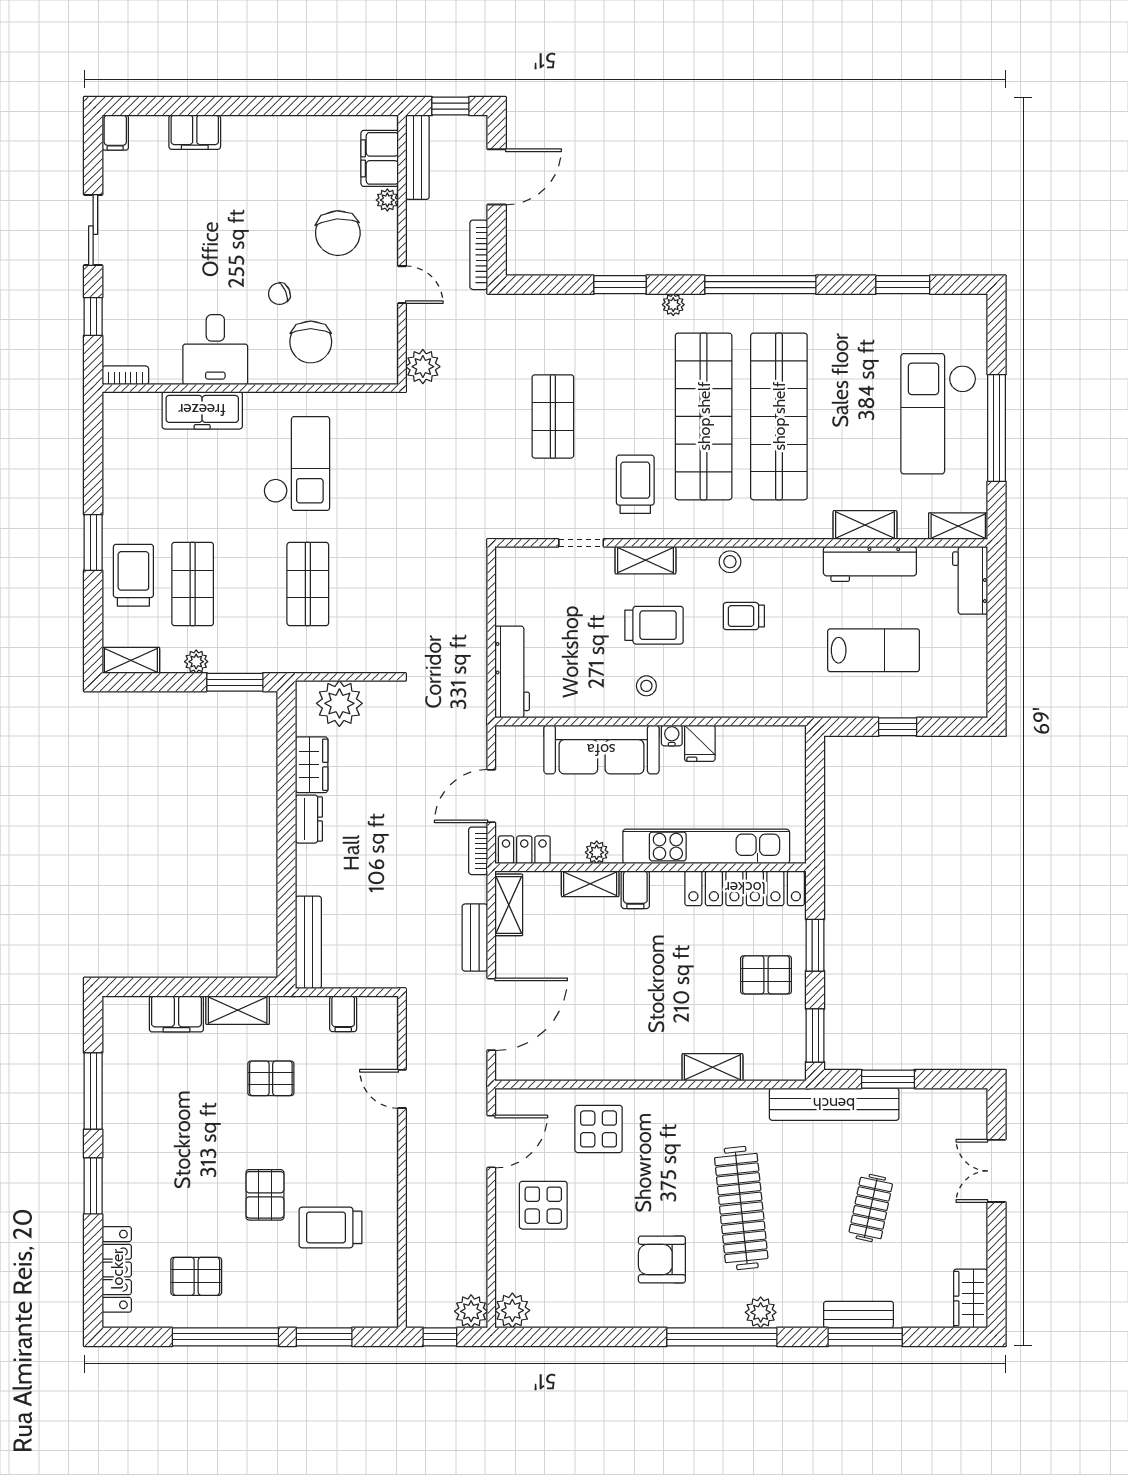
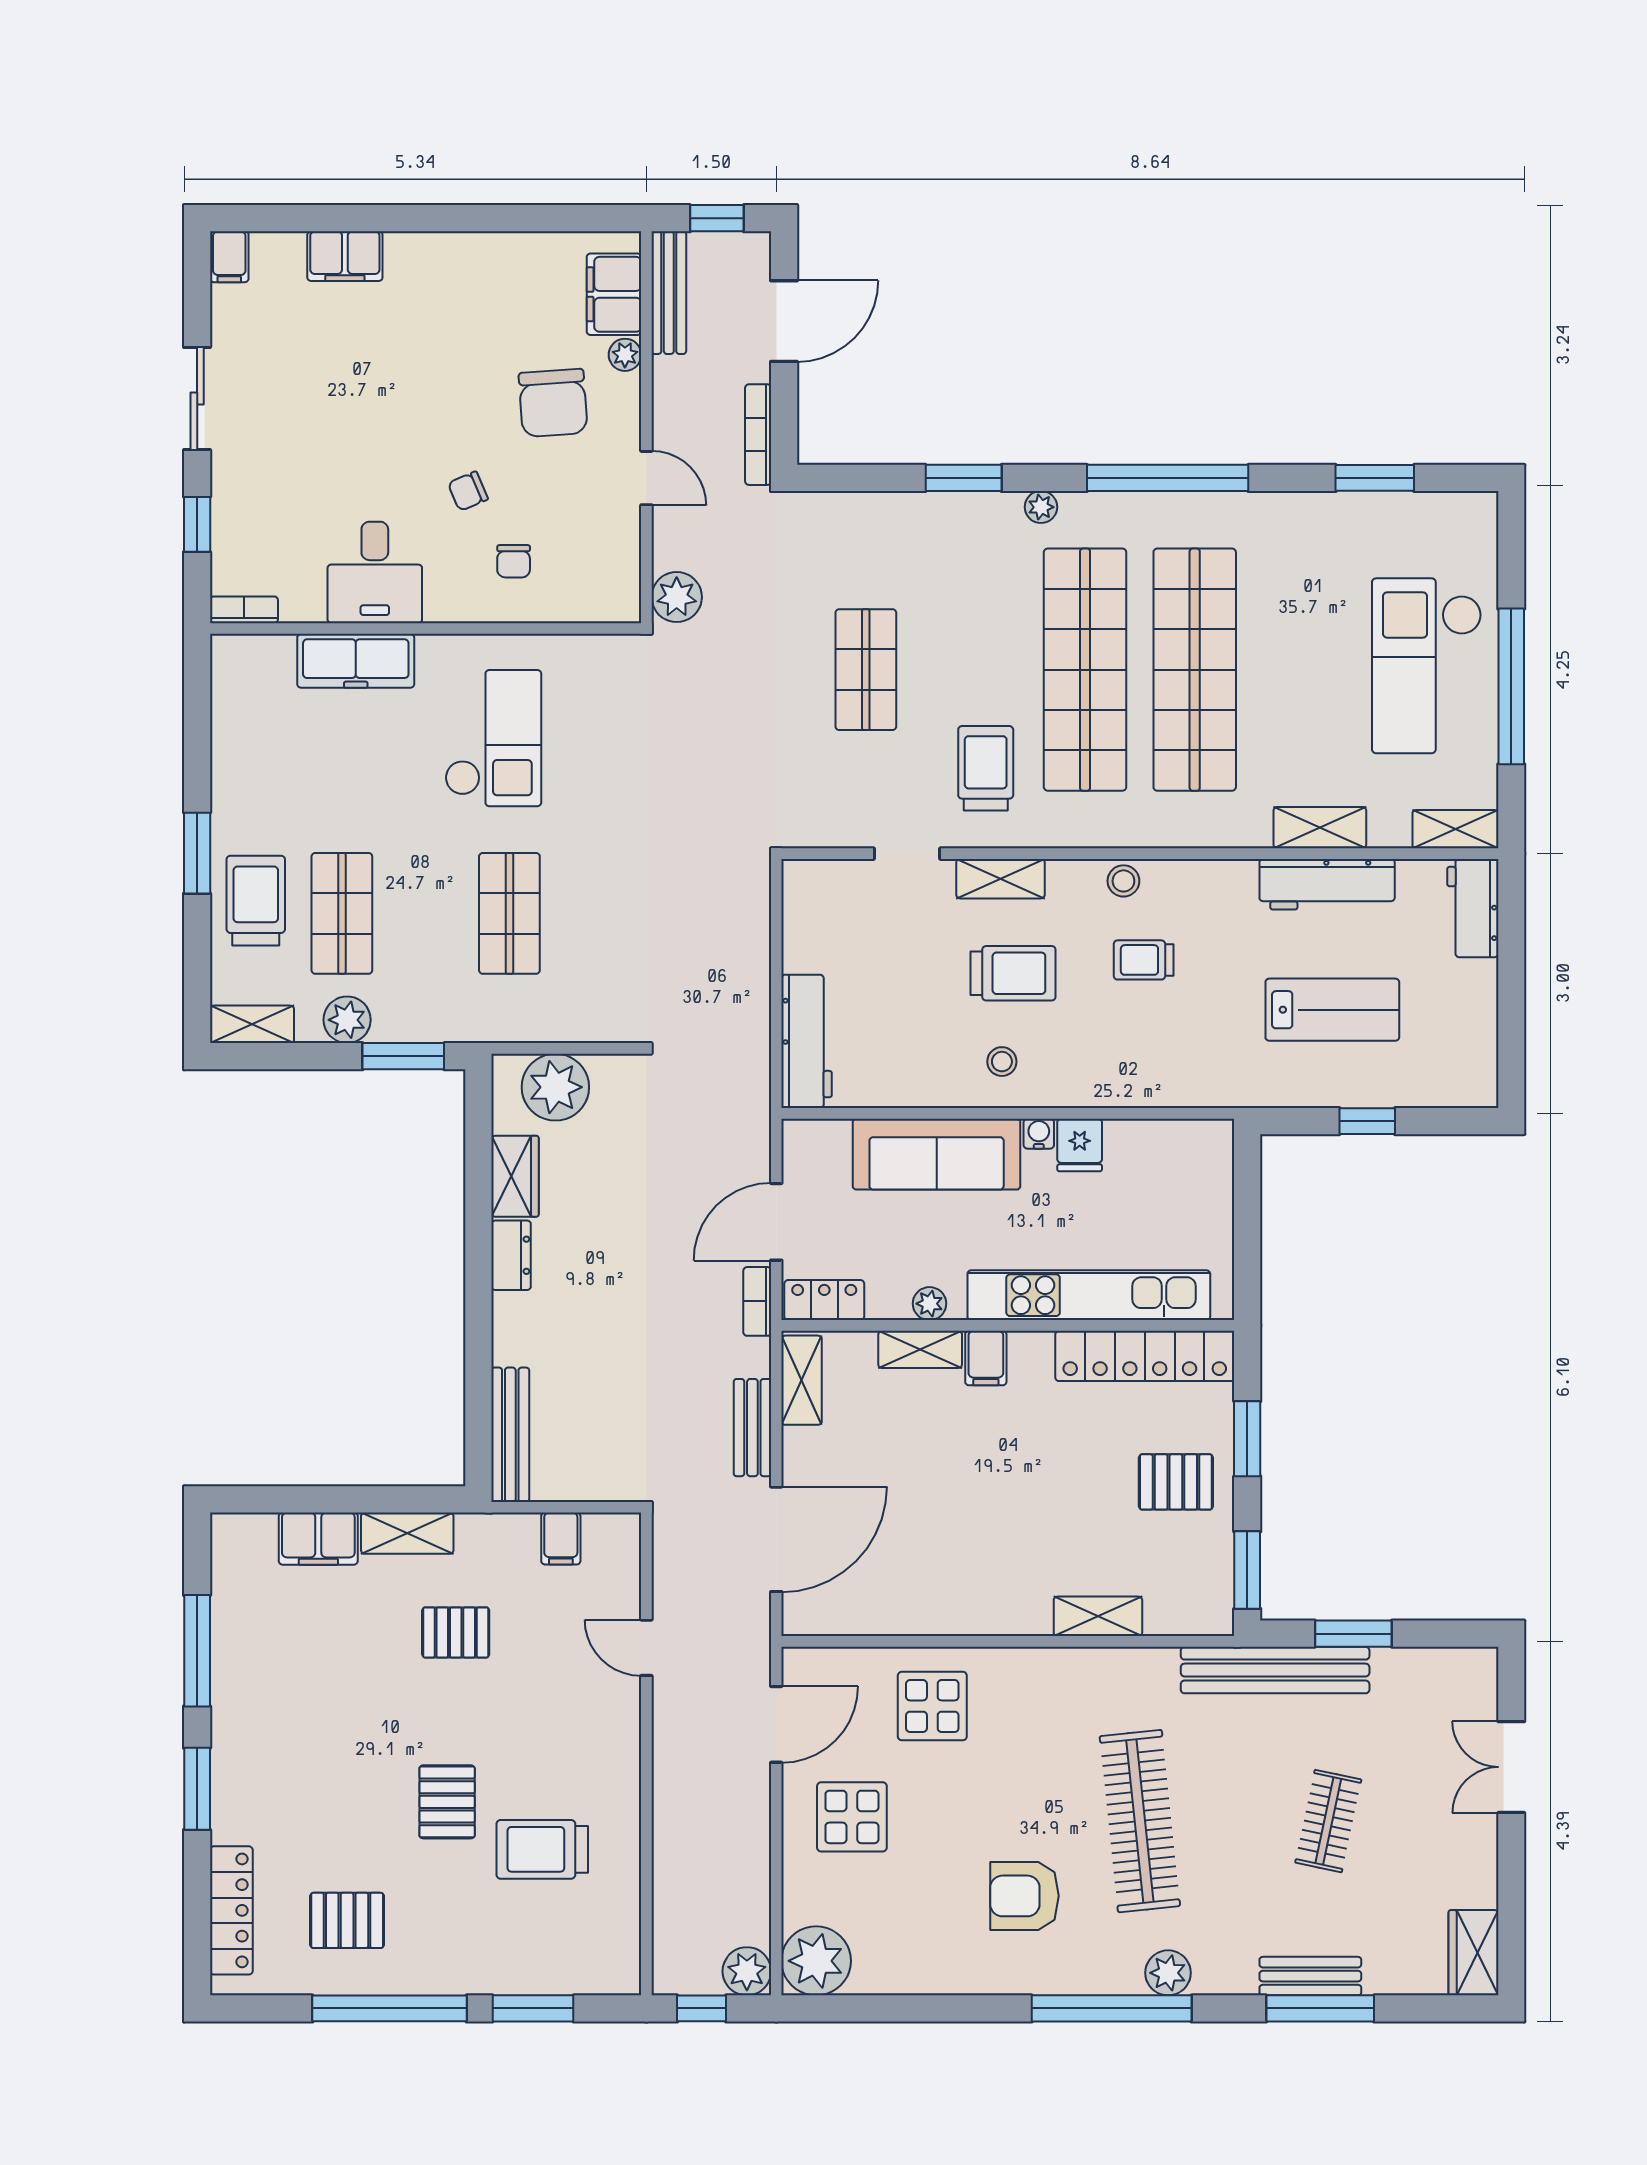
chair: (311, 342) -> (514, 561), width x0.54, depth x0.54
plant: (196, 662) -> (347, 1020), width x1.38, depth x1.38
plant: (512, 1310) -> (816, 1961), width x1.36, depth x1.36

